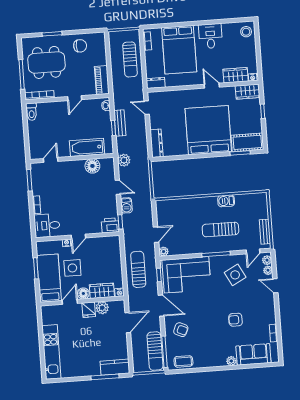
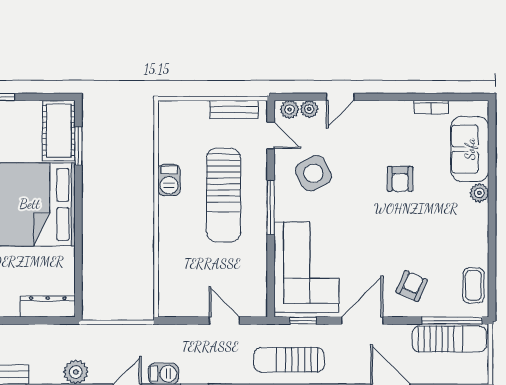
sun lounger: (220, 229) -> (224, 195), width x1.36, depth x1.34
plant: (164, 252) -> (258, 308), removed

